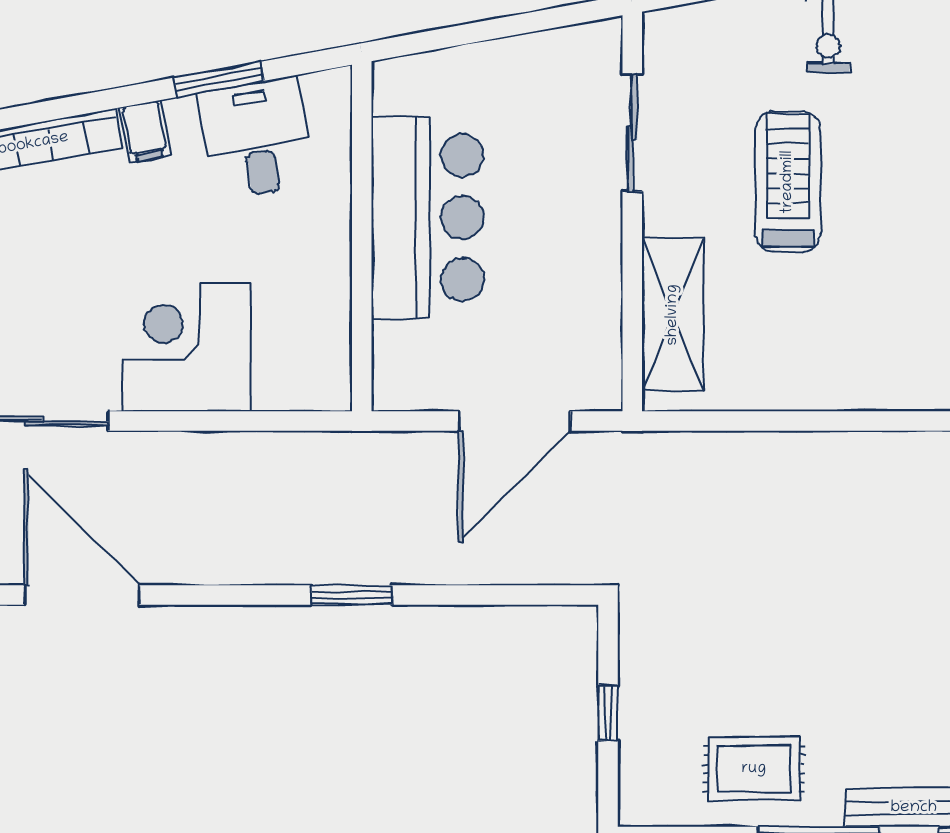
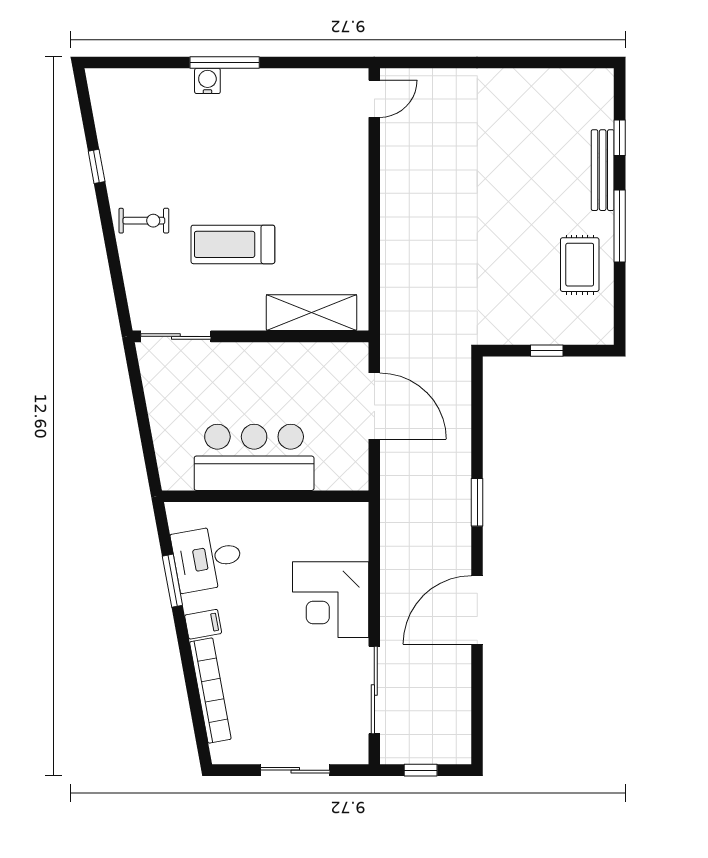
sliding door: (632, 133) -> (176, 336), moved
door: (82, 595) -> (477, 610), moved

